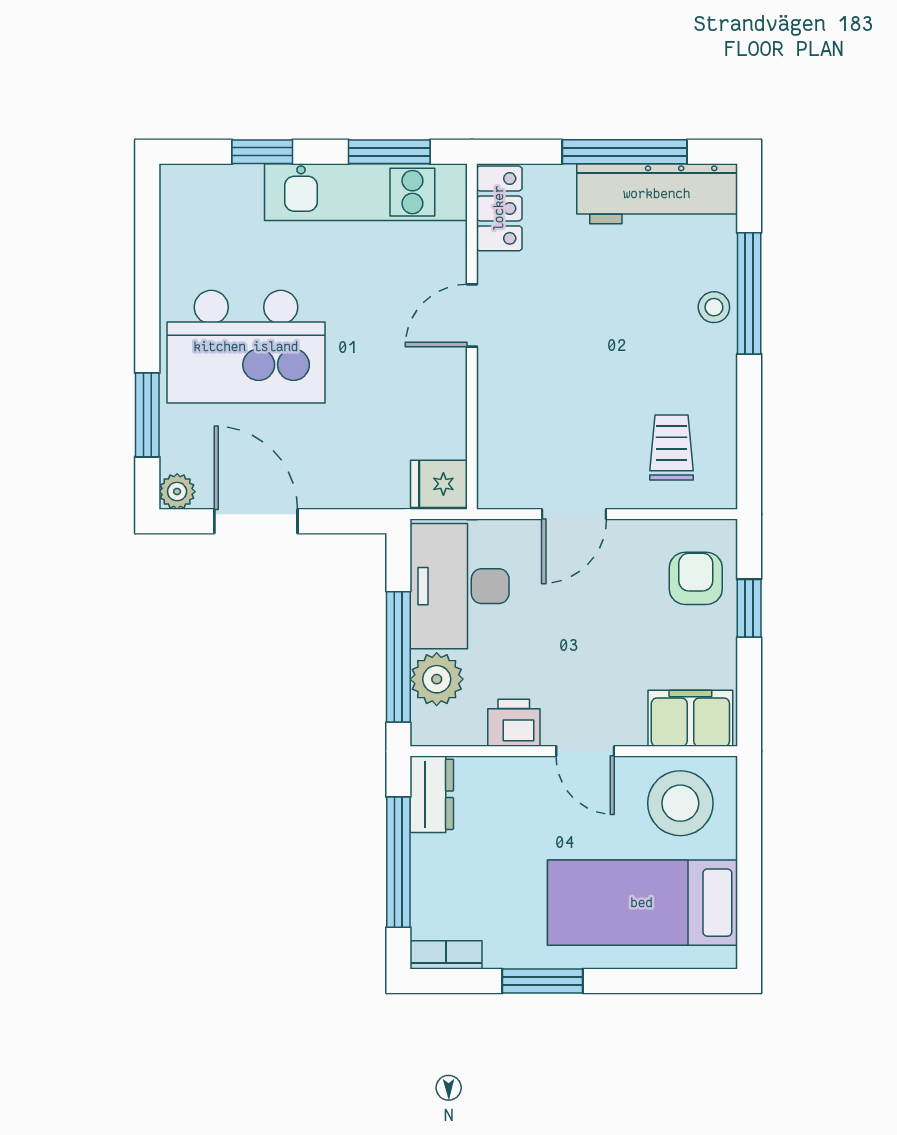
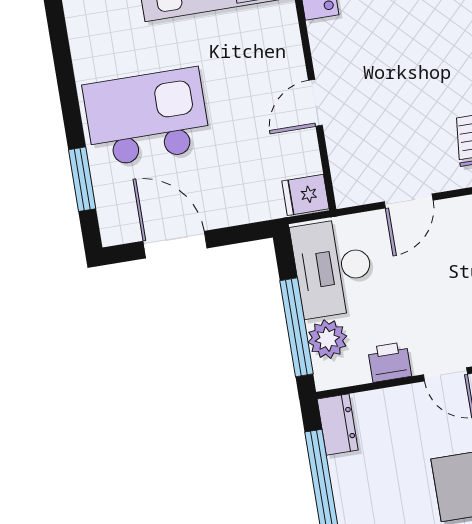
door: (472, 316) -> (315, 103), moved
kitchen island: (246, 347) -> (147, 117), turned 180
plant: (177, 492) -> (113, 232), removed

